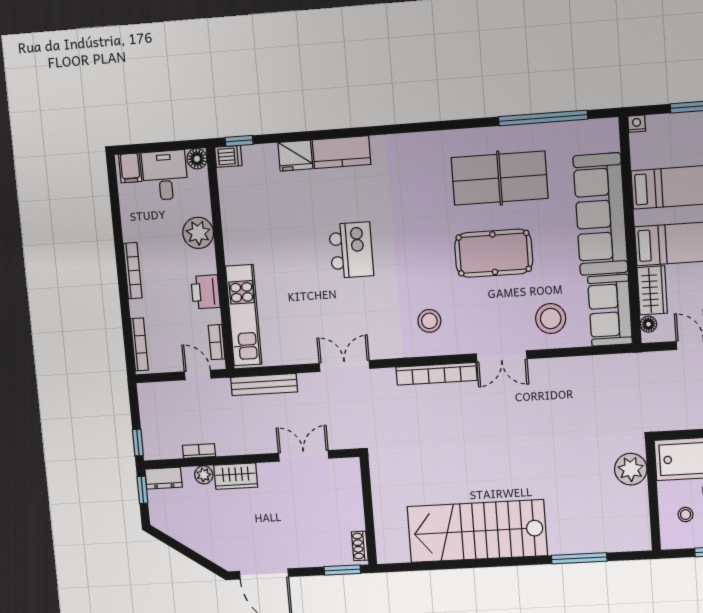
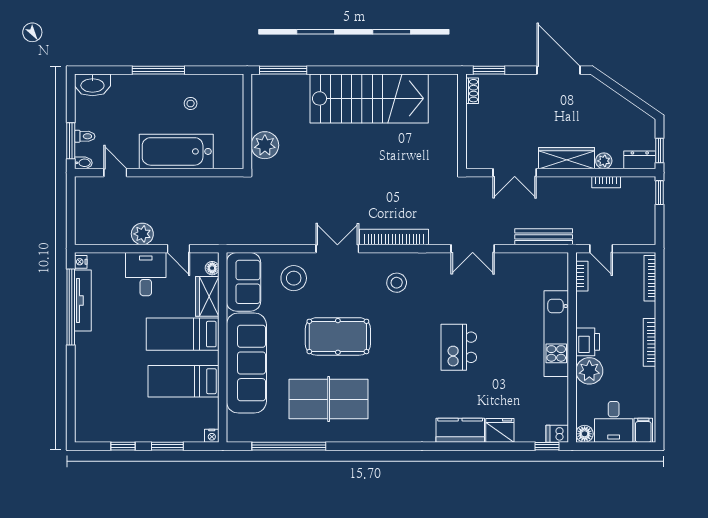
printer: (205, 292) -> (588, 342), moved
kitchen unit: (244, 315) -> (556, 334), moved
plant: (631, 469) -> (265, 145), moved
wardrobe: (236, 476) -> (566, 158), width x1.50
wall: (653, 496) -> (247, 121), moved

